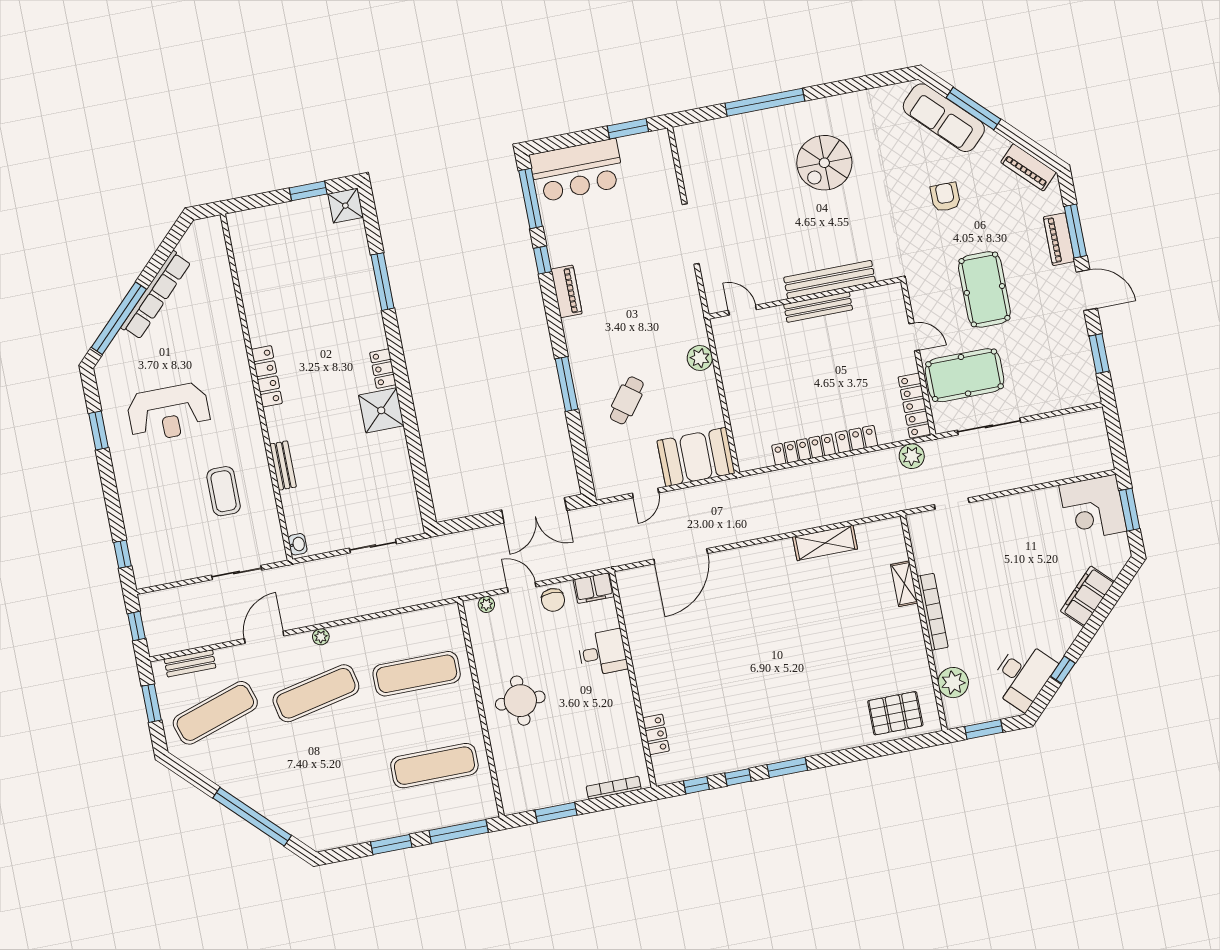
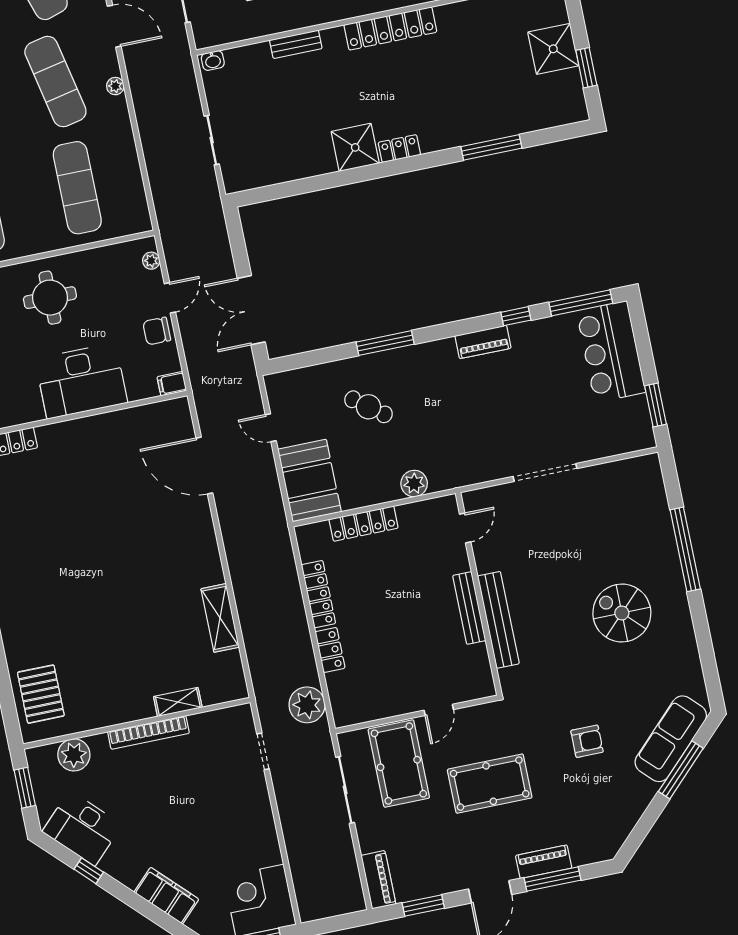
piano: (1028, 167) -> (378, 880), moved, turned 135
shower: (345, 206) -> (553, 49), moved, width x1.36, depth x1.36
locker: (267, 376) -> (390, 28), width x1.41, depth x1.21
locker: (914, 406) -> (364, 524), moved, turned 180
plant: (912, 456) -> (307, 705), width x1.36, depth x1.36
filing cabinet: (594, 588) -> (172, 384), width x0.50
desk: (602, 653) -> (81, 381), width x1.87, depth x1.30

